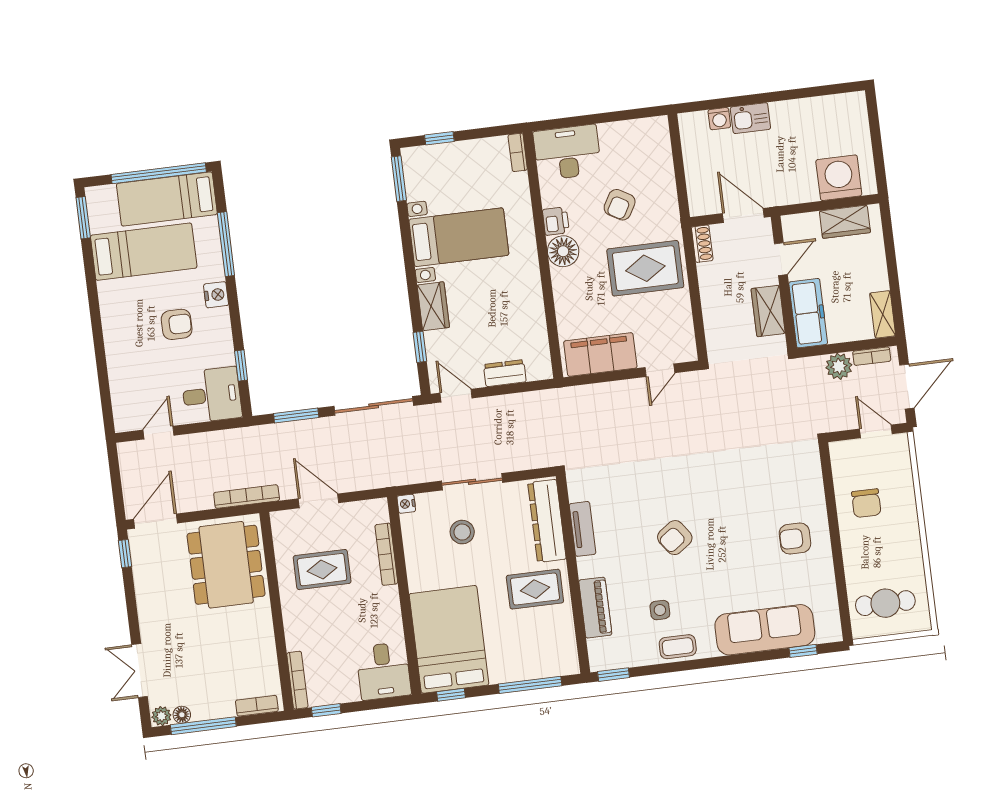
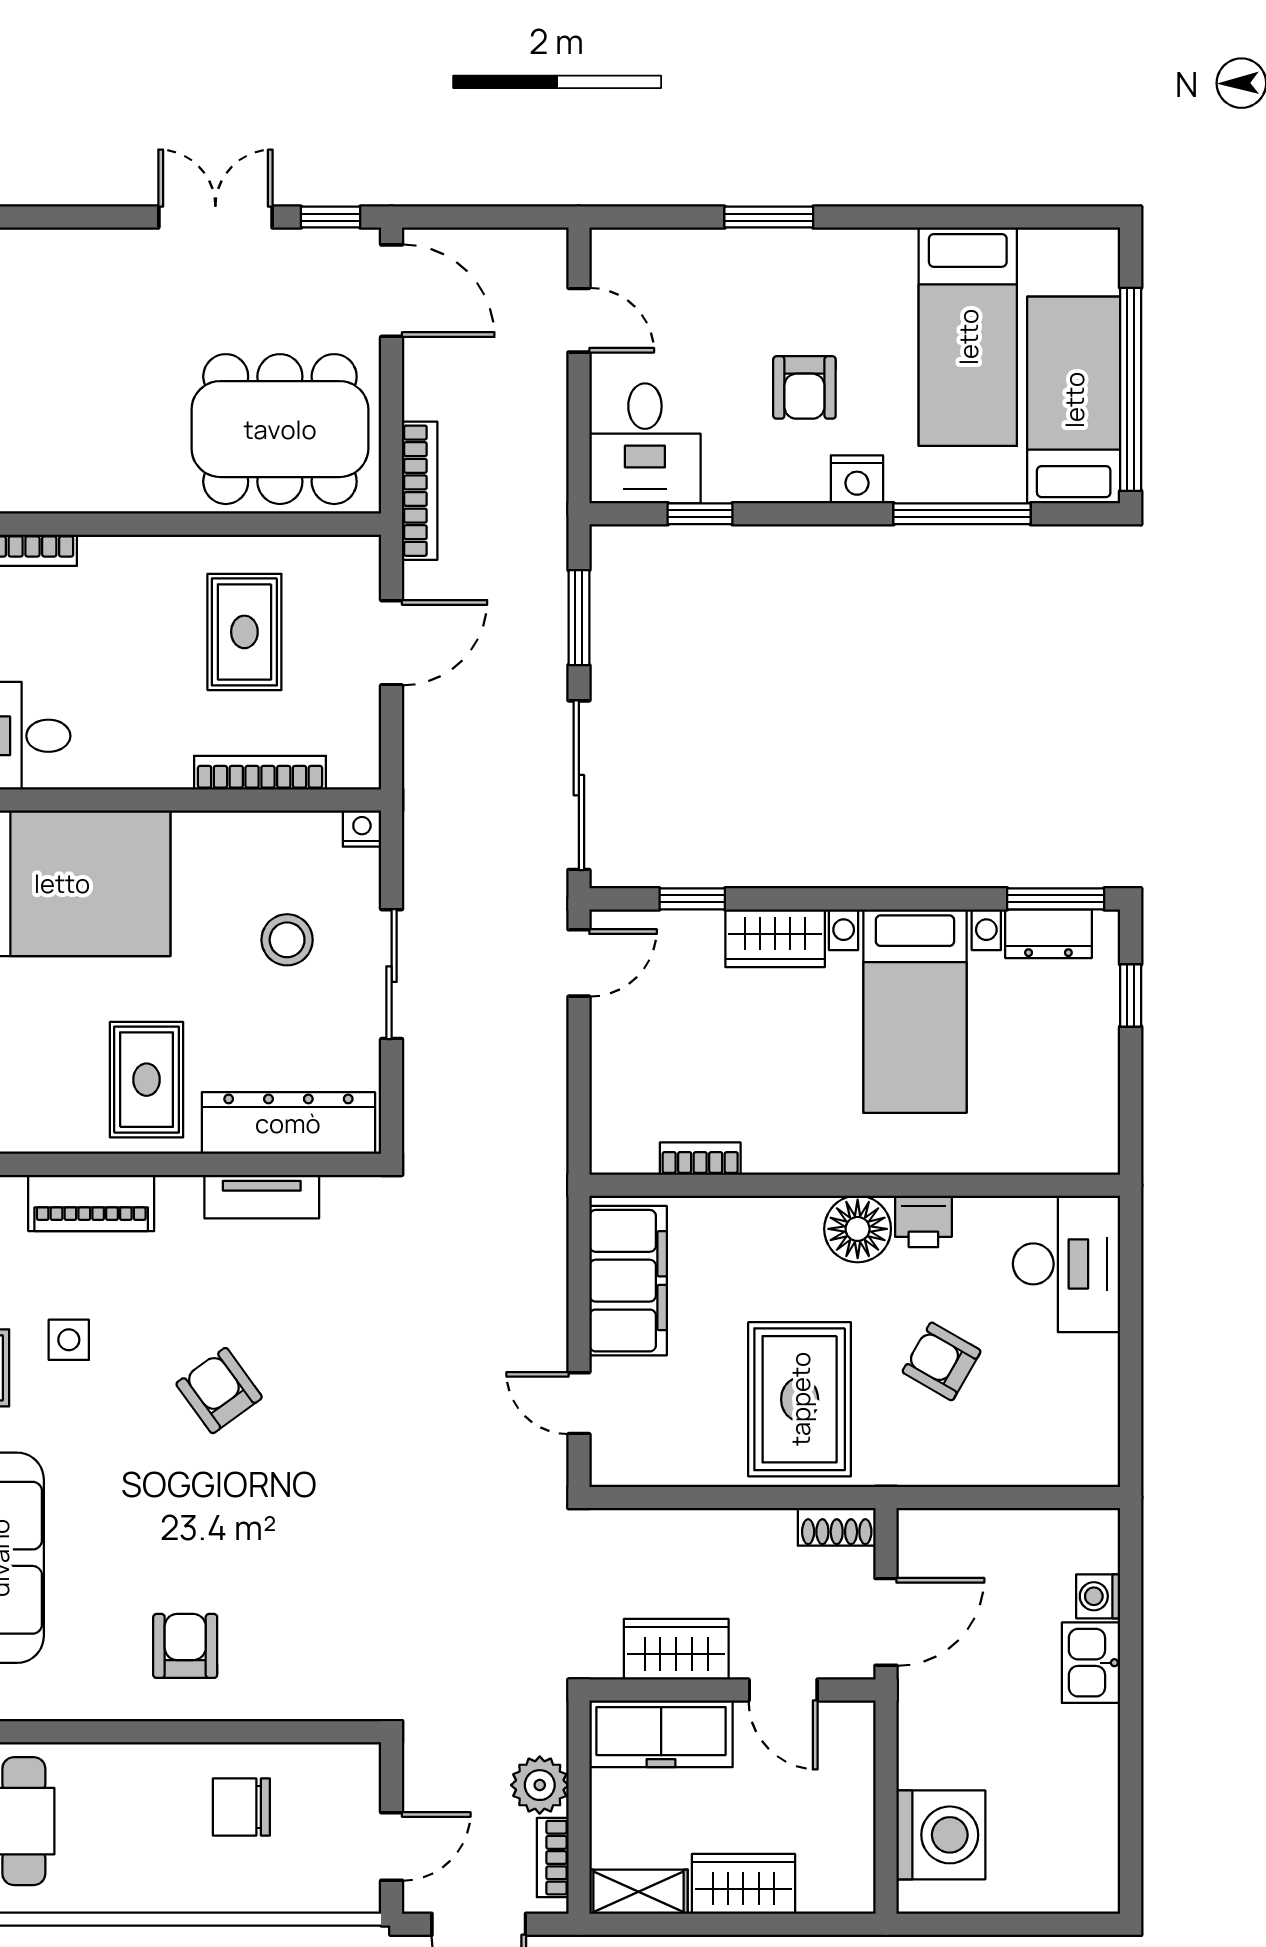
bookcase: (518, 152) -> (700, 1159), moved
window: (83, 218) -> (769, 217), moved
wardrobe: (845, 222) -> (743, 1884), moved, turned 90
dresser: (505, 373) -> (1048, 934), moved, turned 90
double door: (140, 671) -> (215, 217), moved

